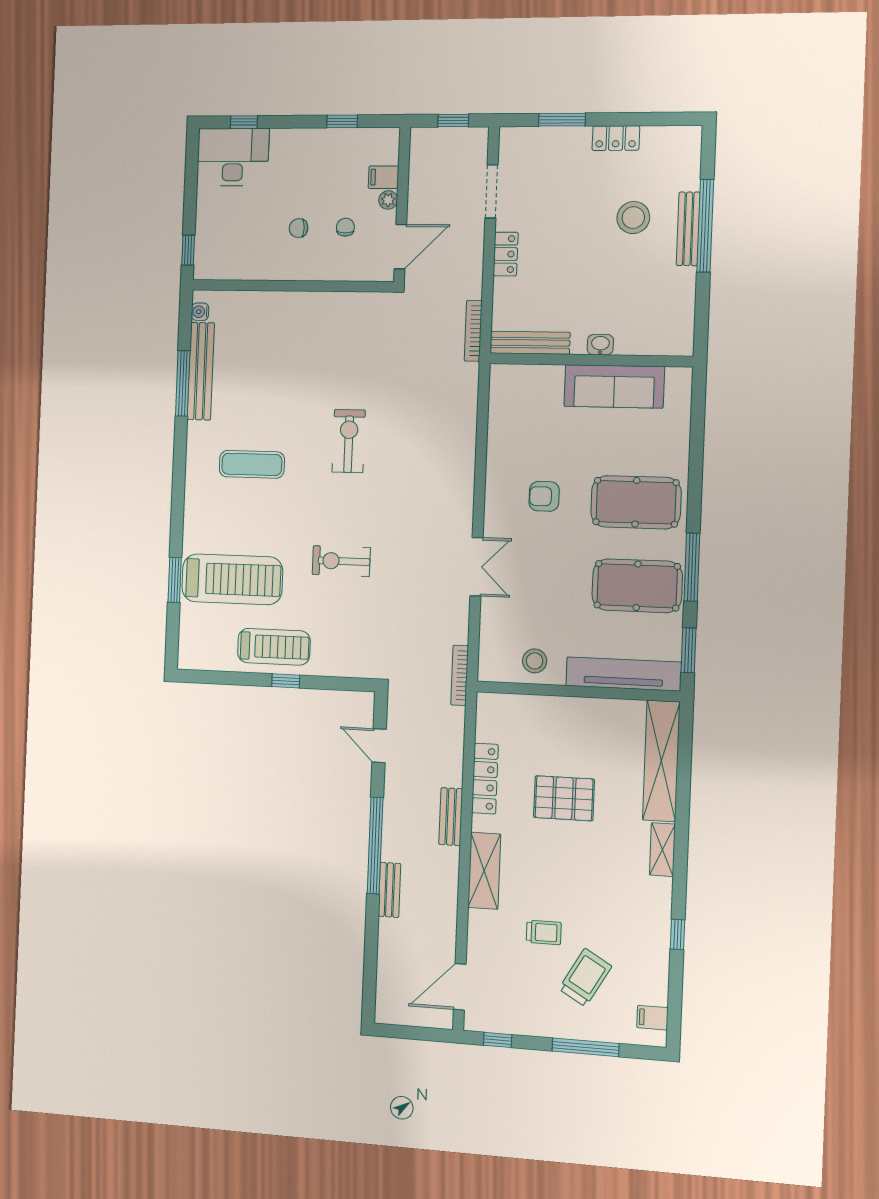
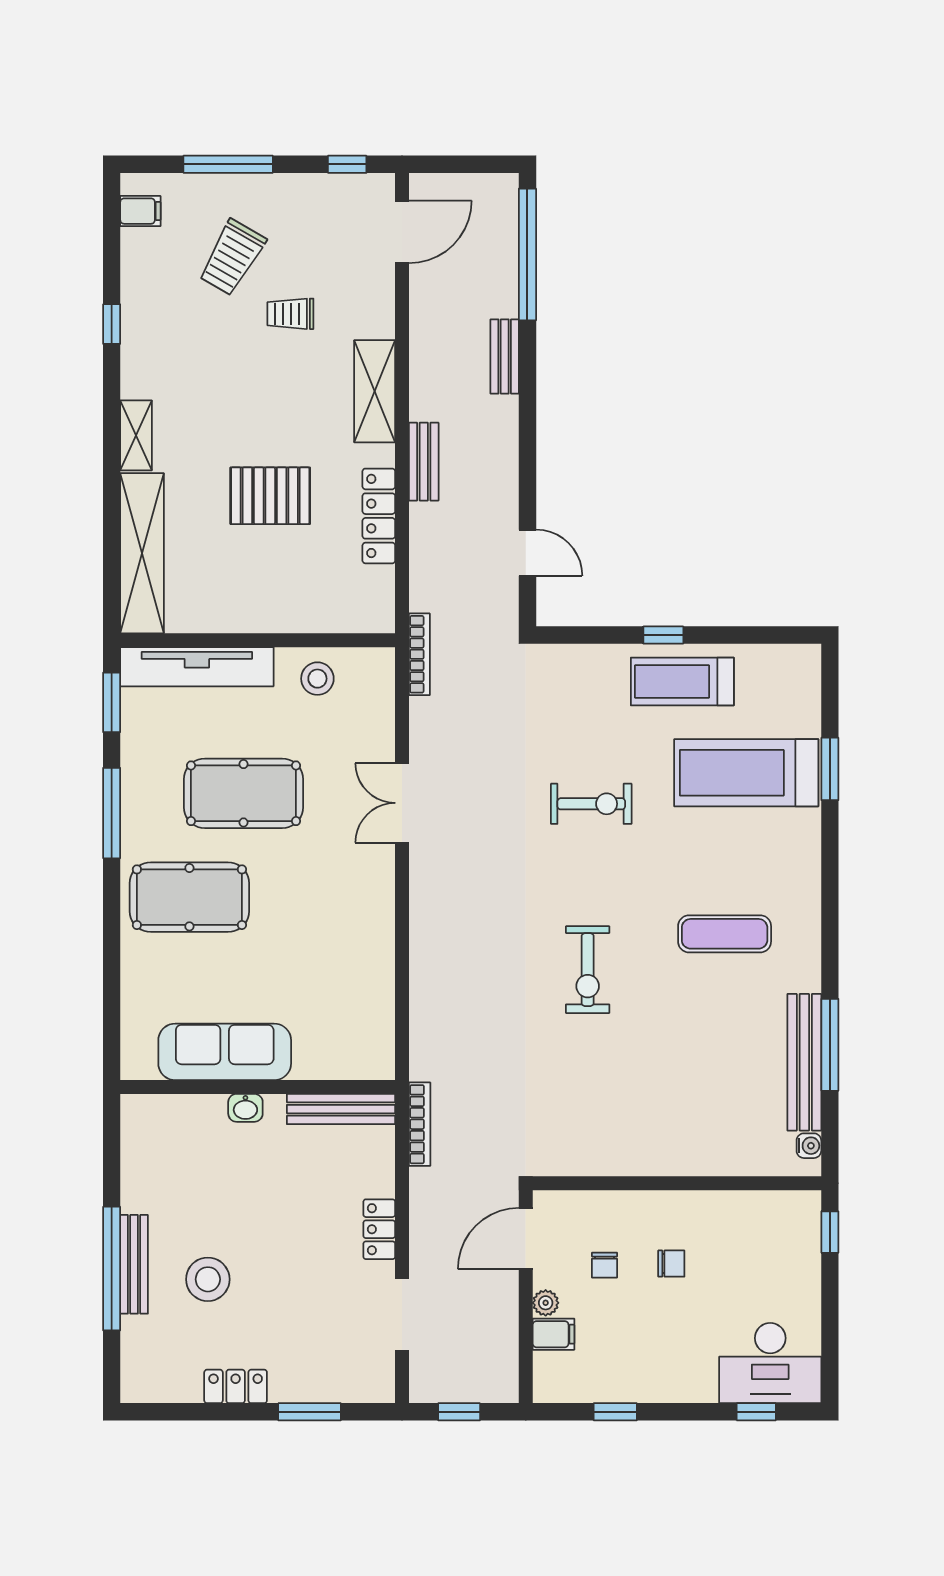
armchair: (544, 496) -> (313, 901), removed
pool table: (637, 586) -> (243, 793), moved
window: (375, 846) -> (527, 255), moved

